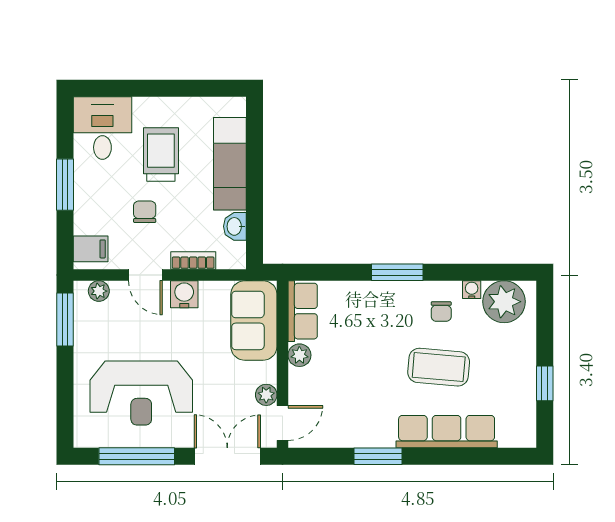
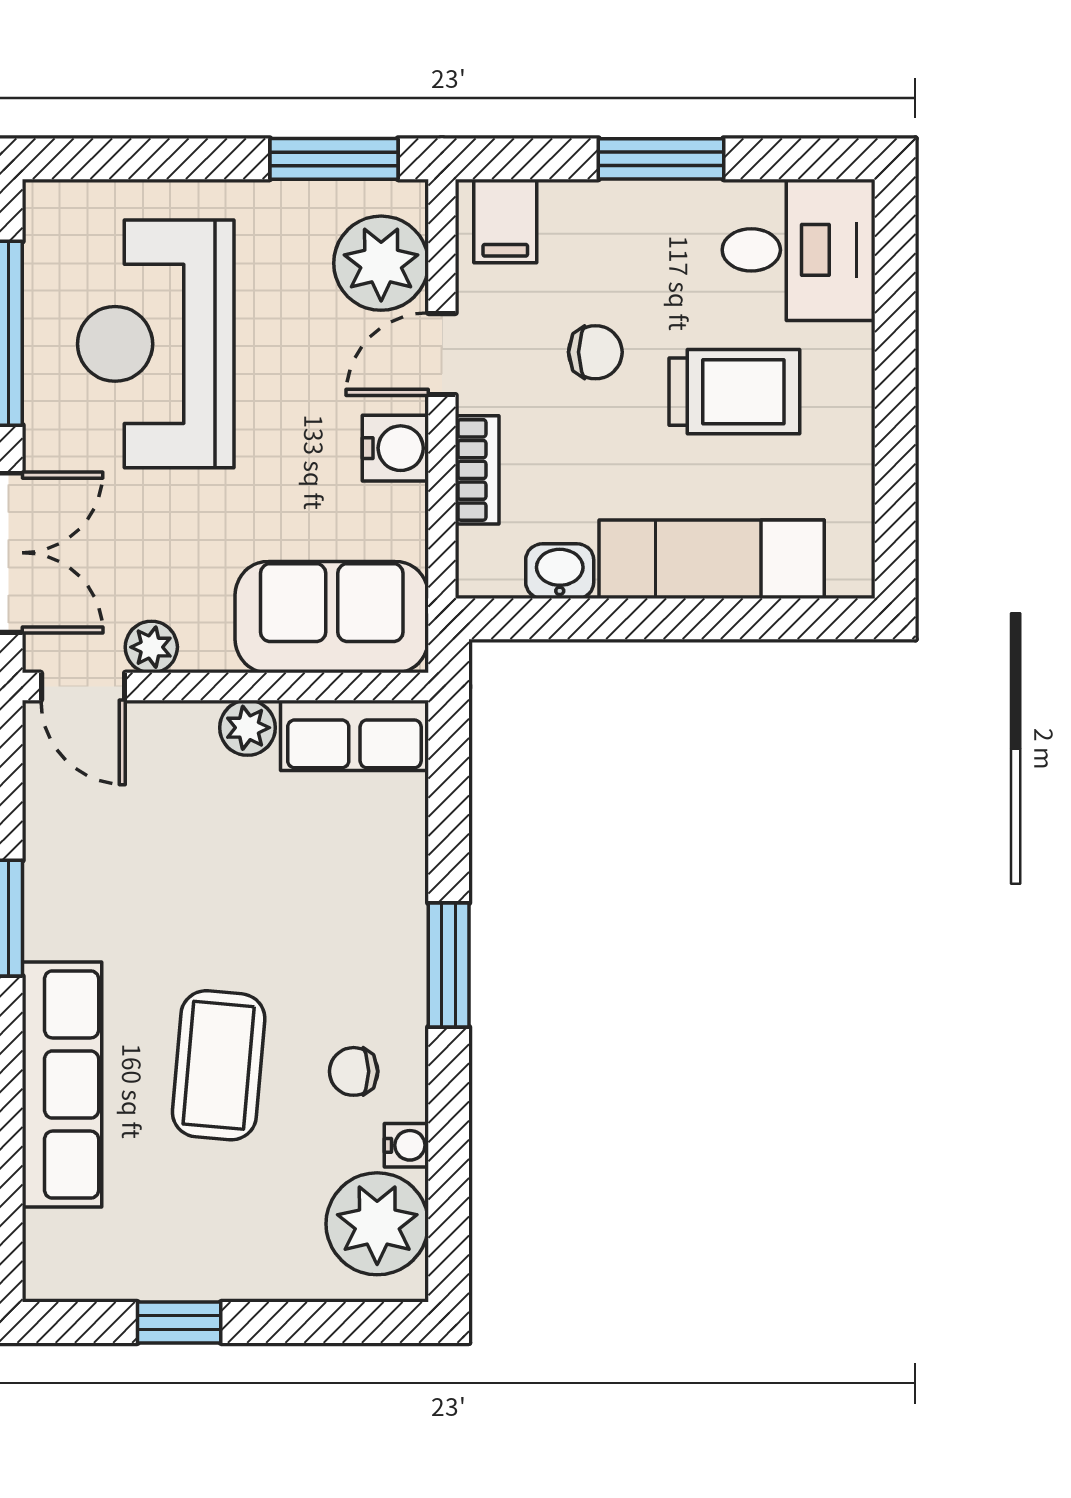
plant: (99, 291) -> (381, 263), width x1.88, depth x1.88

